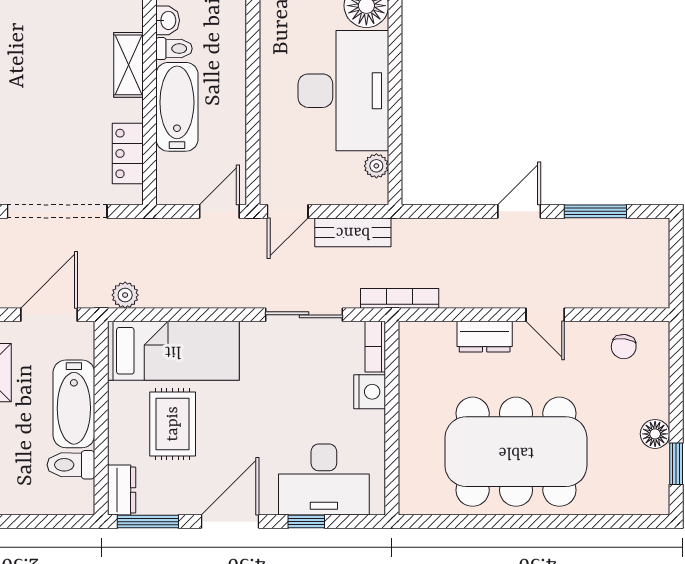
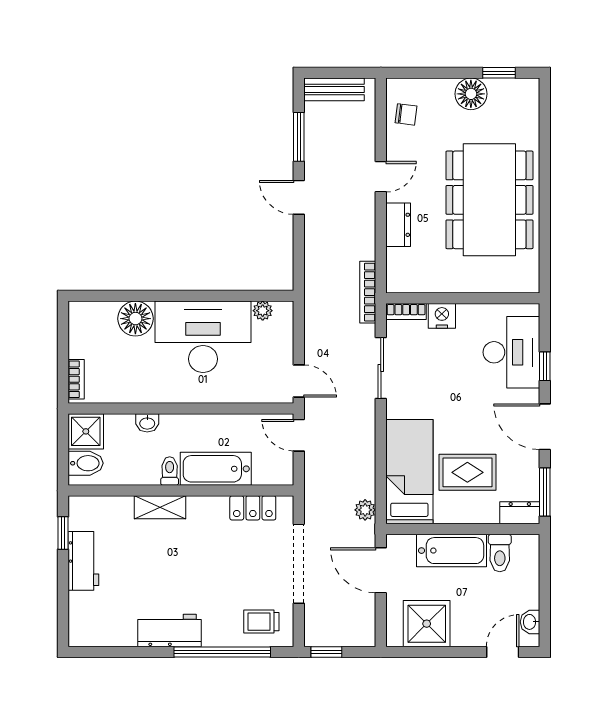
washbasin: (168, 20) -> (147, 423), moved, turned 180
shelving: (128, 65) -> (160, 507), moved
bench: (353, 232) -> (334, 89), moved, turned 90
floor lamp: (655, 434) -> (471, 94), width x1.38, depth x1.38

